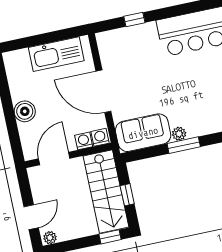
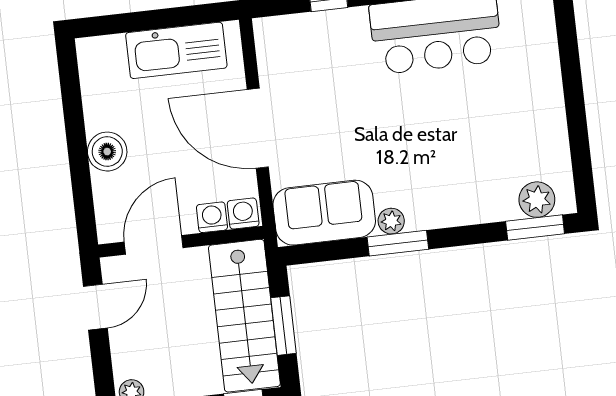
window: (127, 195) -> (283, 326), width x1.50
door: (31, 217) -> (95, 307), moved

